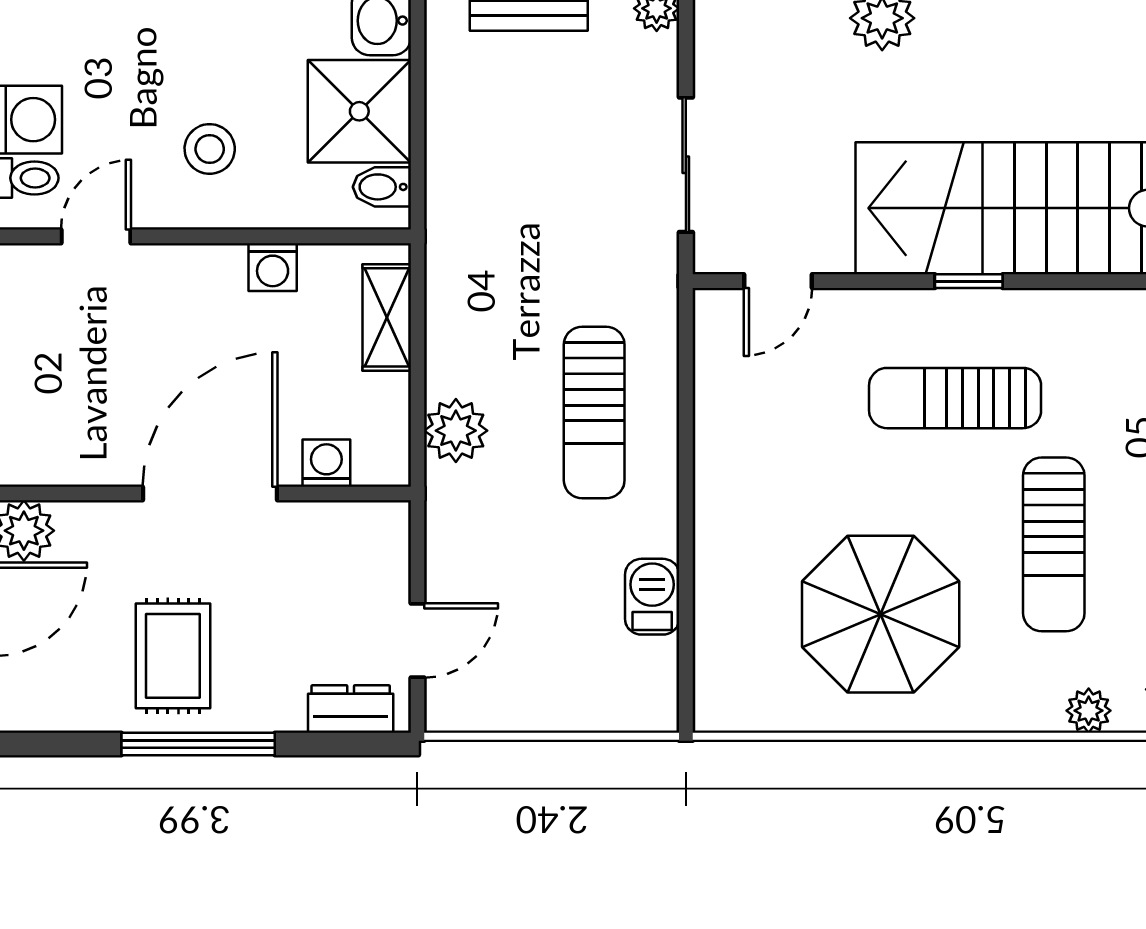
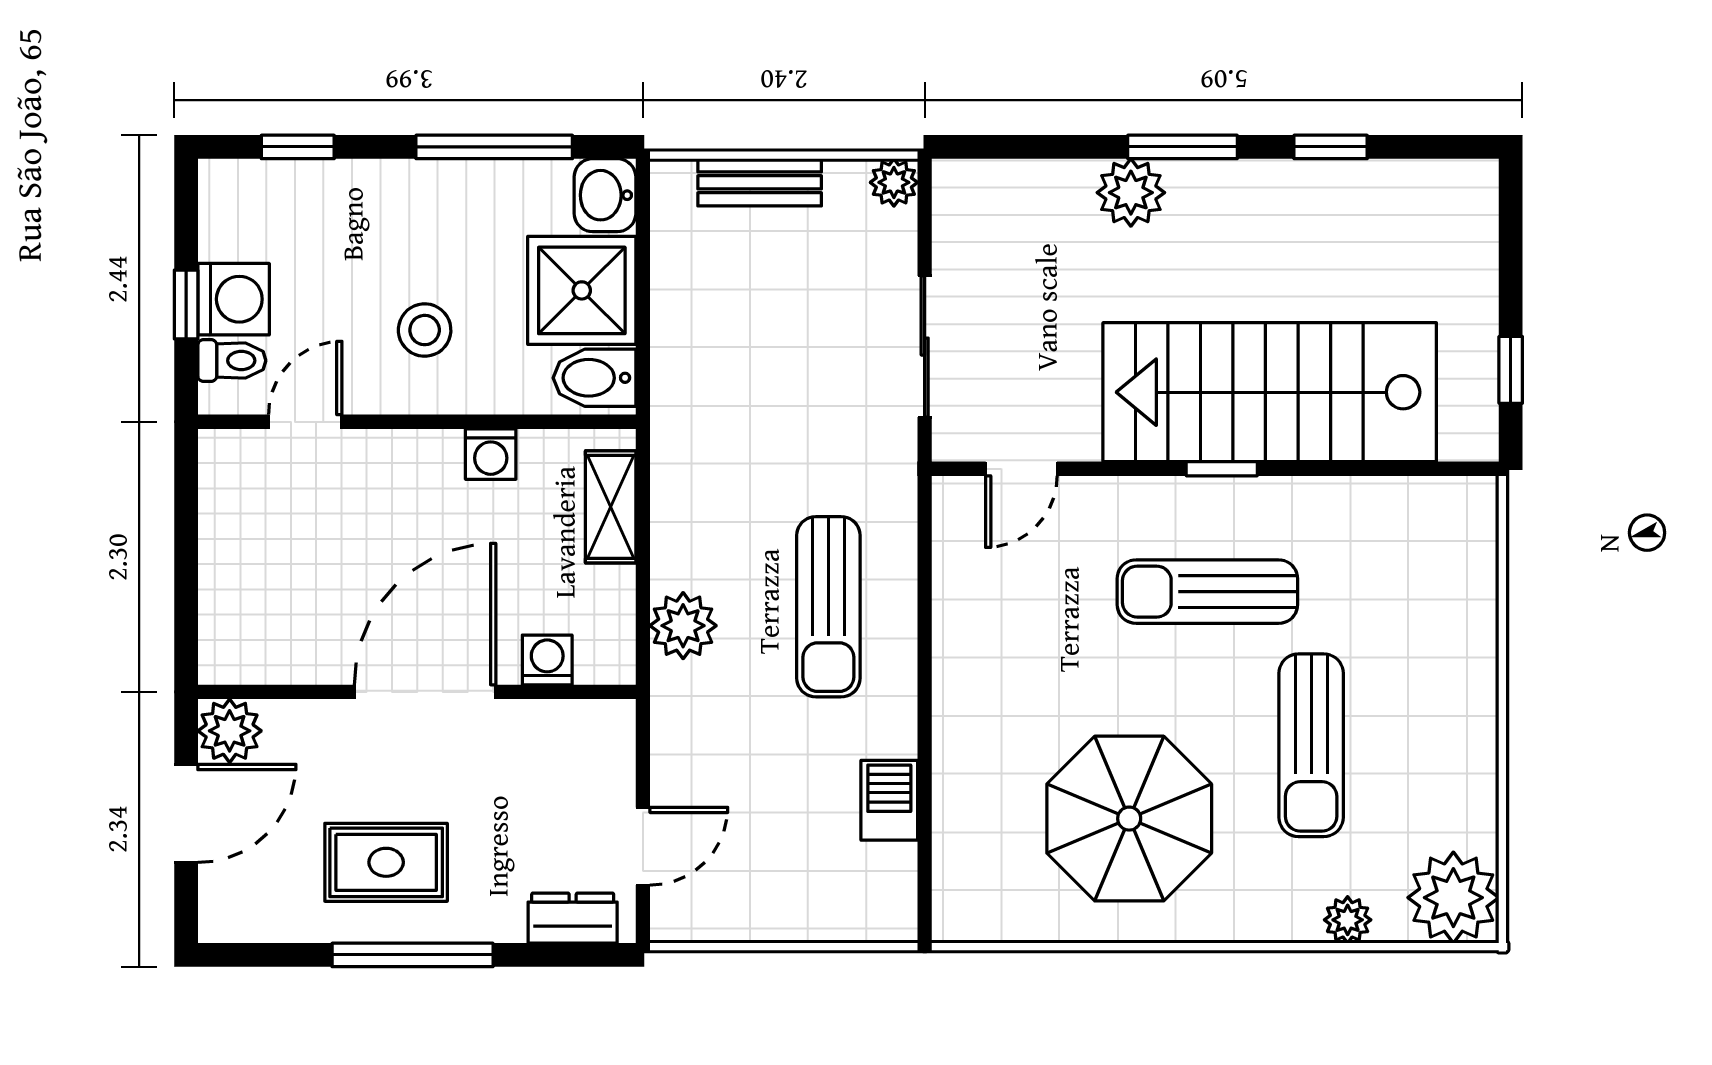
bidet: (382, 187) -> (594, 378), width x1.38, depth x1.36
rug: (173, 656) -> (386, 862), turned 90

